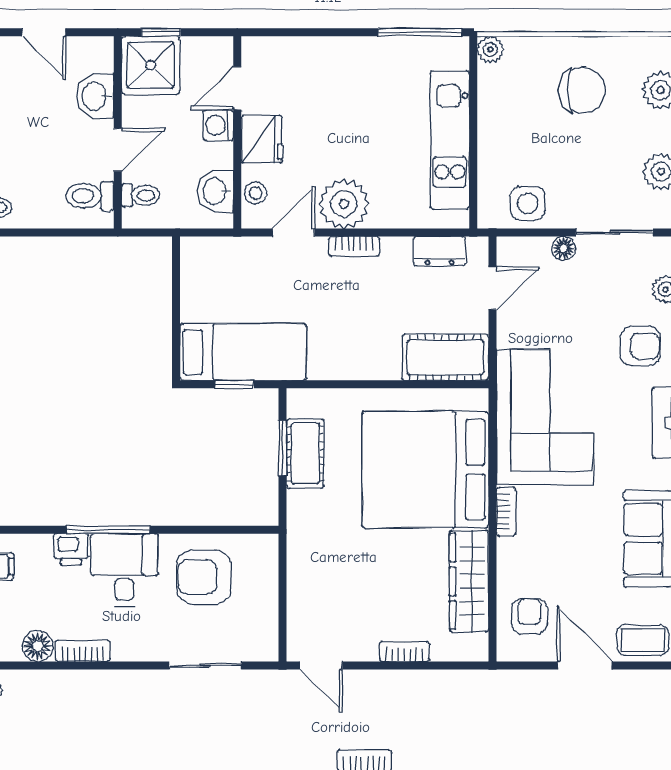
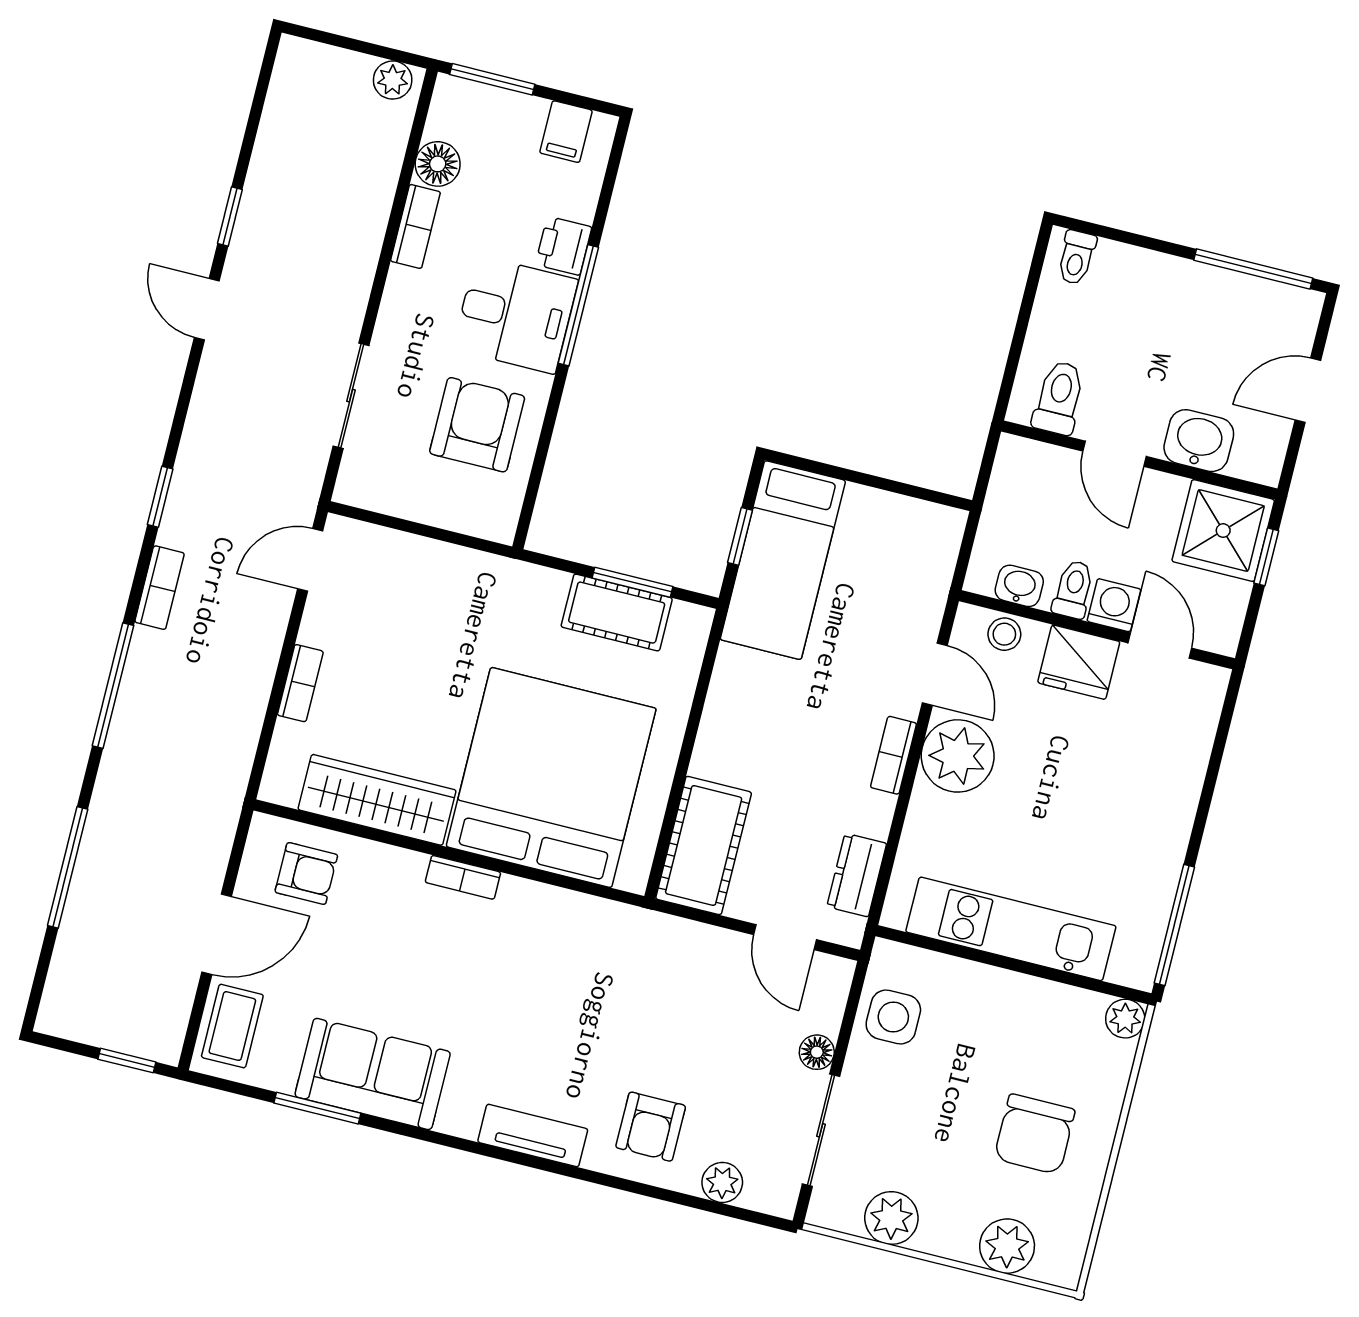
washbasin: (216, 191) -> (1019, 586), width x0.72, depth x0.69
toilet: (141, 195) -> (1073, 589), moved, turned 180
corner sofa: (545, 417) -> (584, 966), removed

